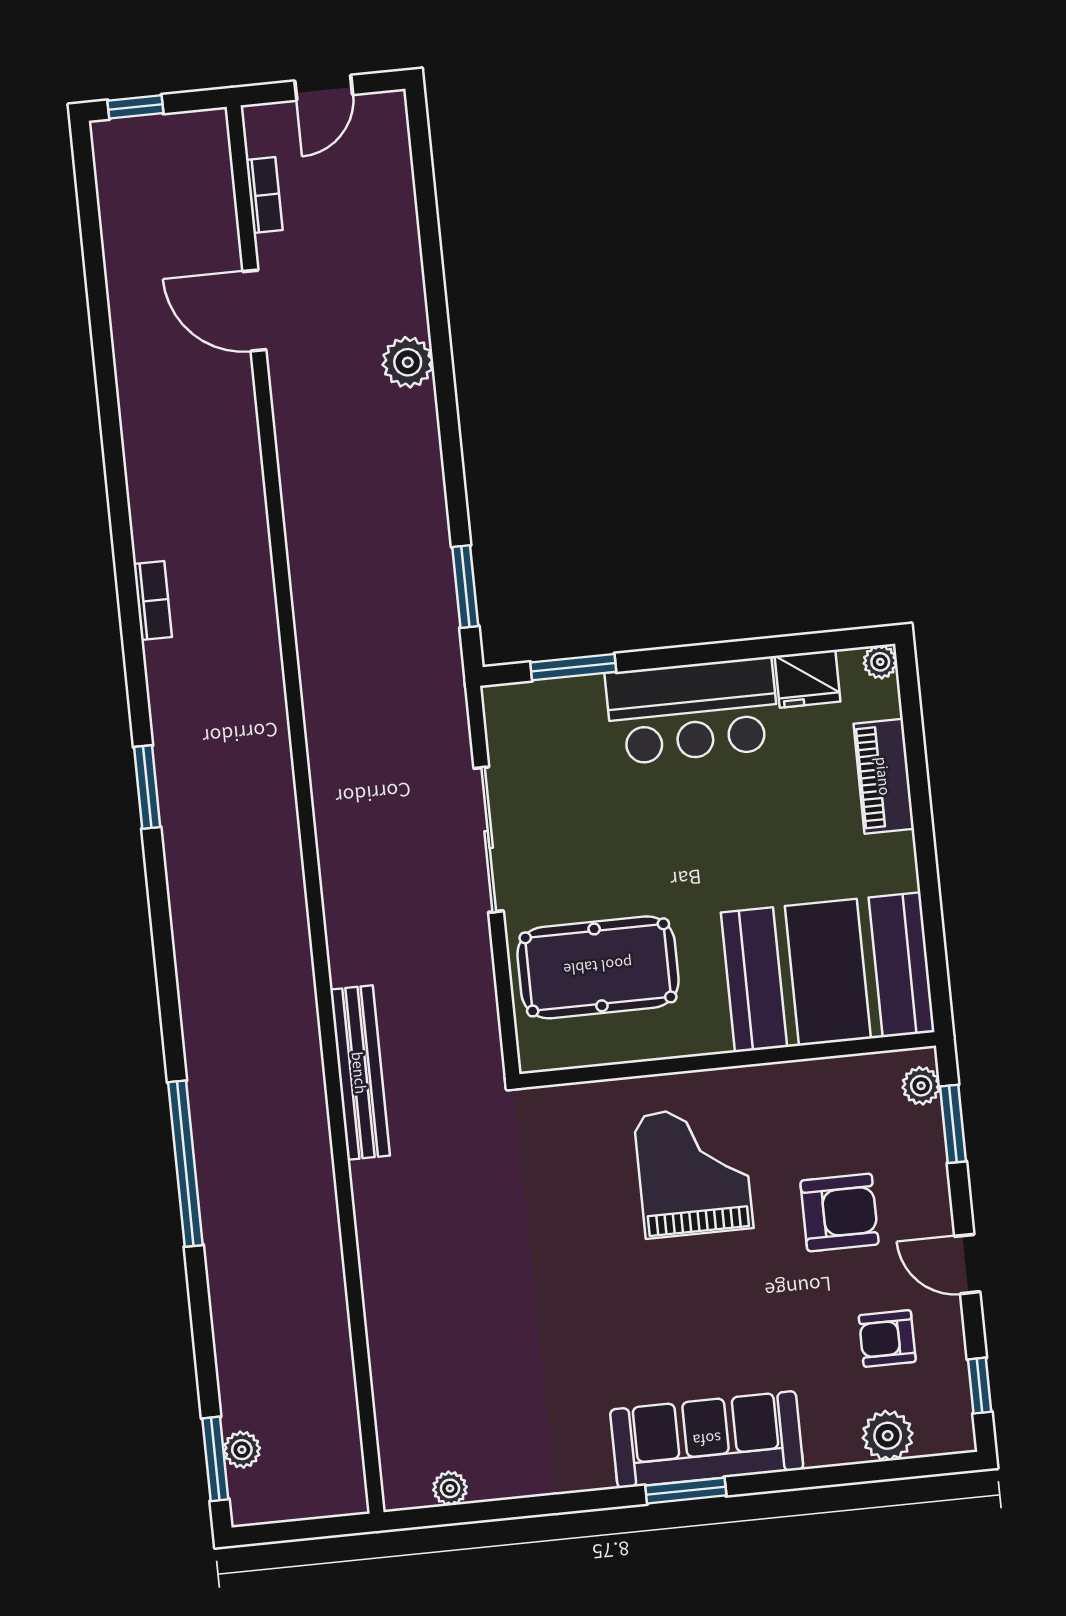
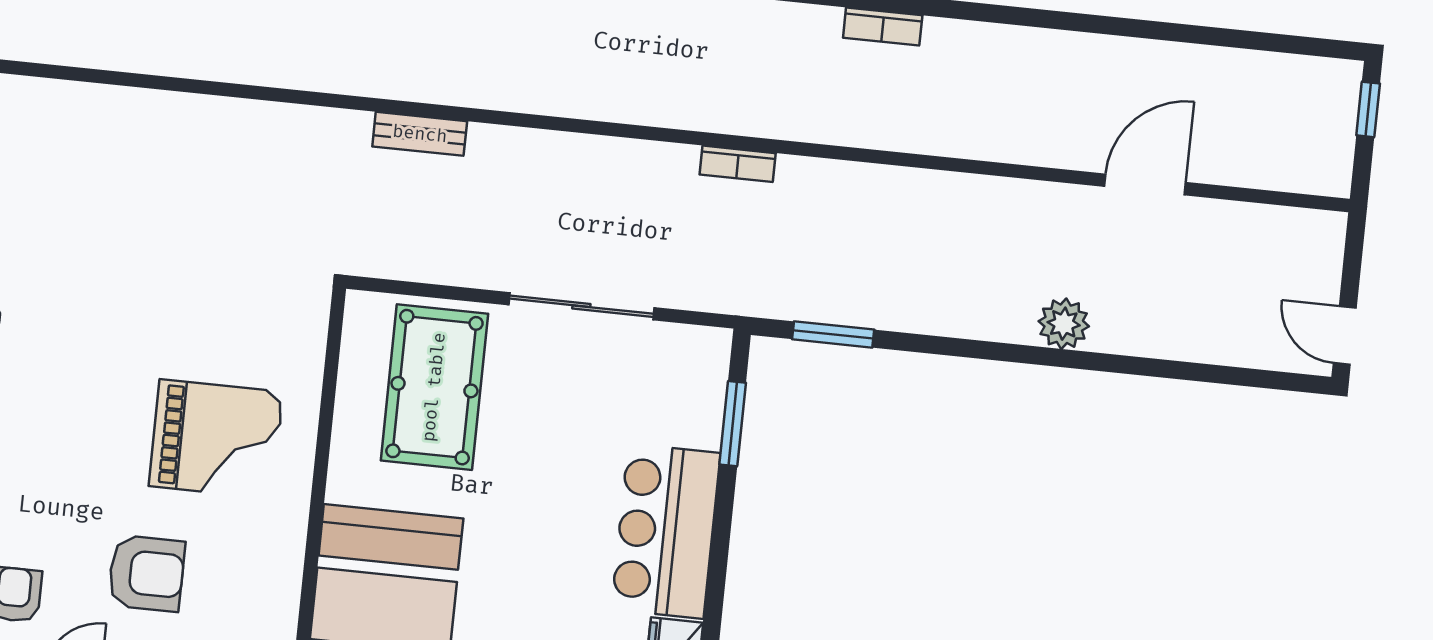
door: (324, 88) -> (1345, 335), moved
bookcase: (264, 195) -> (738, 164), moved
bench: (360, 1073) -> (420, 134), width x0.54, depth x0.82
armchair: (840, 1212) -> (146, 573), turned -90

